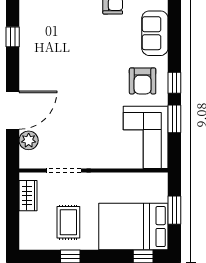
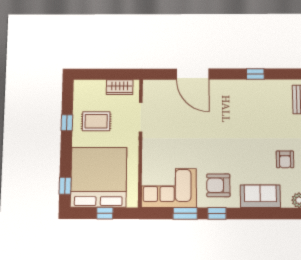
plant: (29, 140) -> (167, 88), removed
window: (174, 210) -> (105, 213), width x0.67
bed: (133, 227) -> (99, 177), width x1.36

